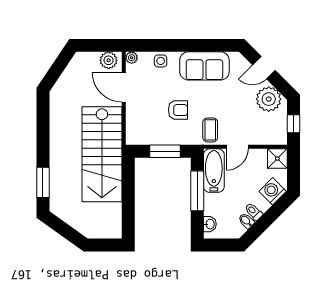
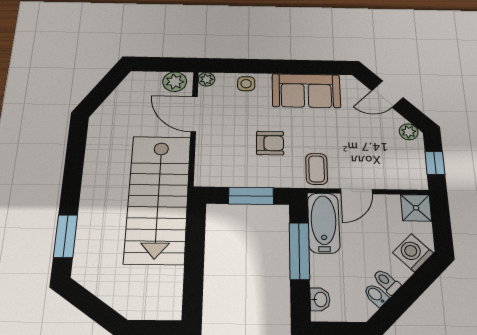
plant: (269, 99) -> (409, 132), width x0.53, depth x0.53

